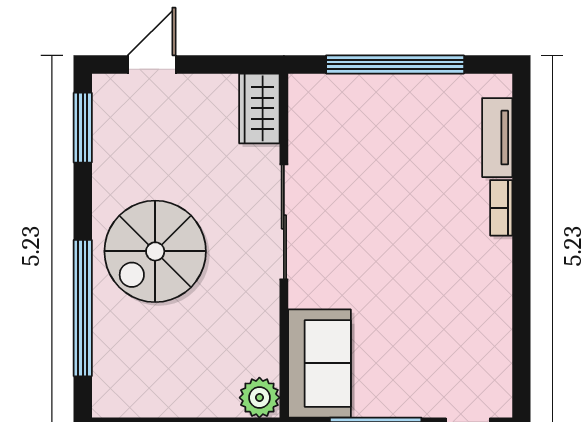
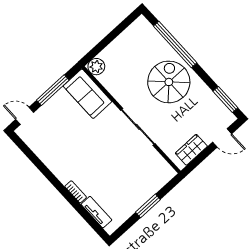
door: (152, 64) -> (222, 138), hinge flipped
window: (395, 64) -> (148, 206), width x0.47
wardrobe: (259, 108) -> (191, 150), moved, turned -90

